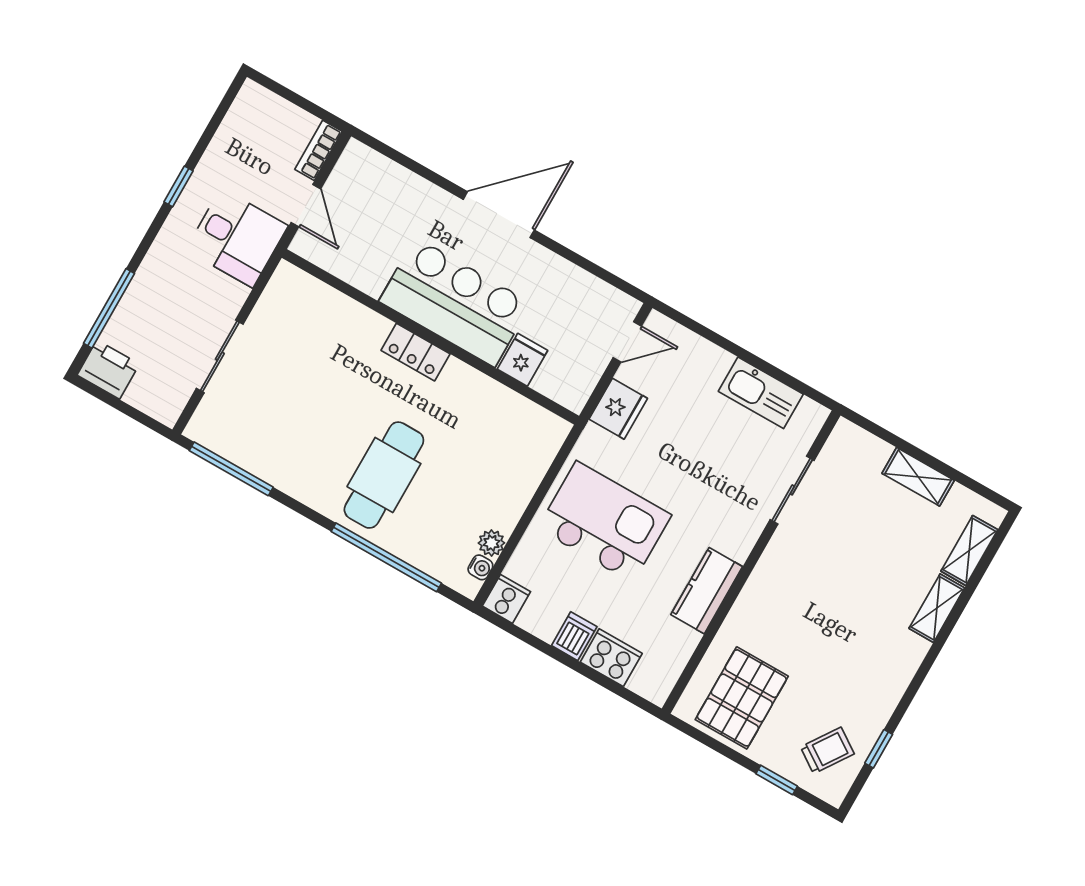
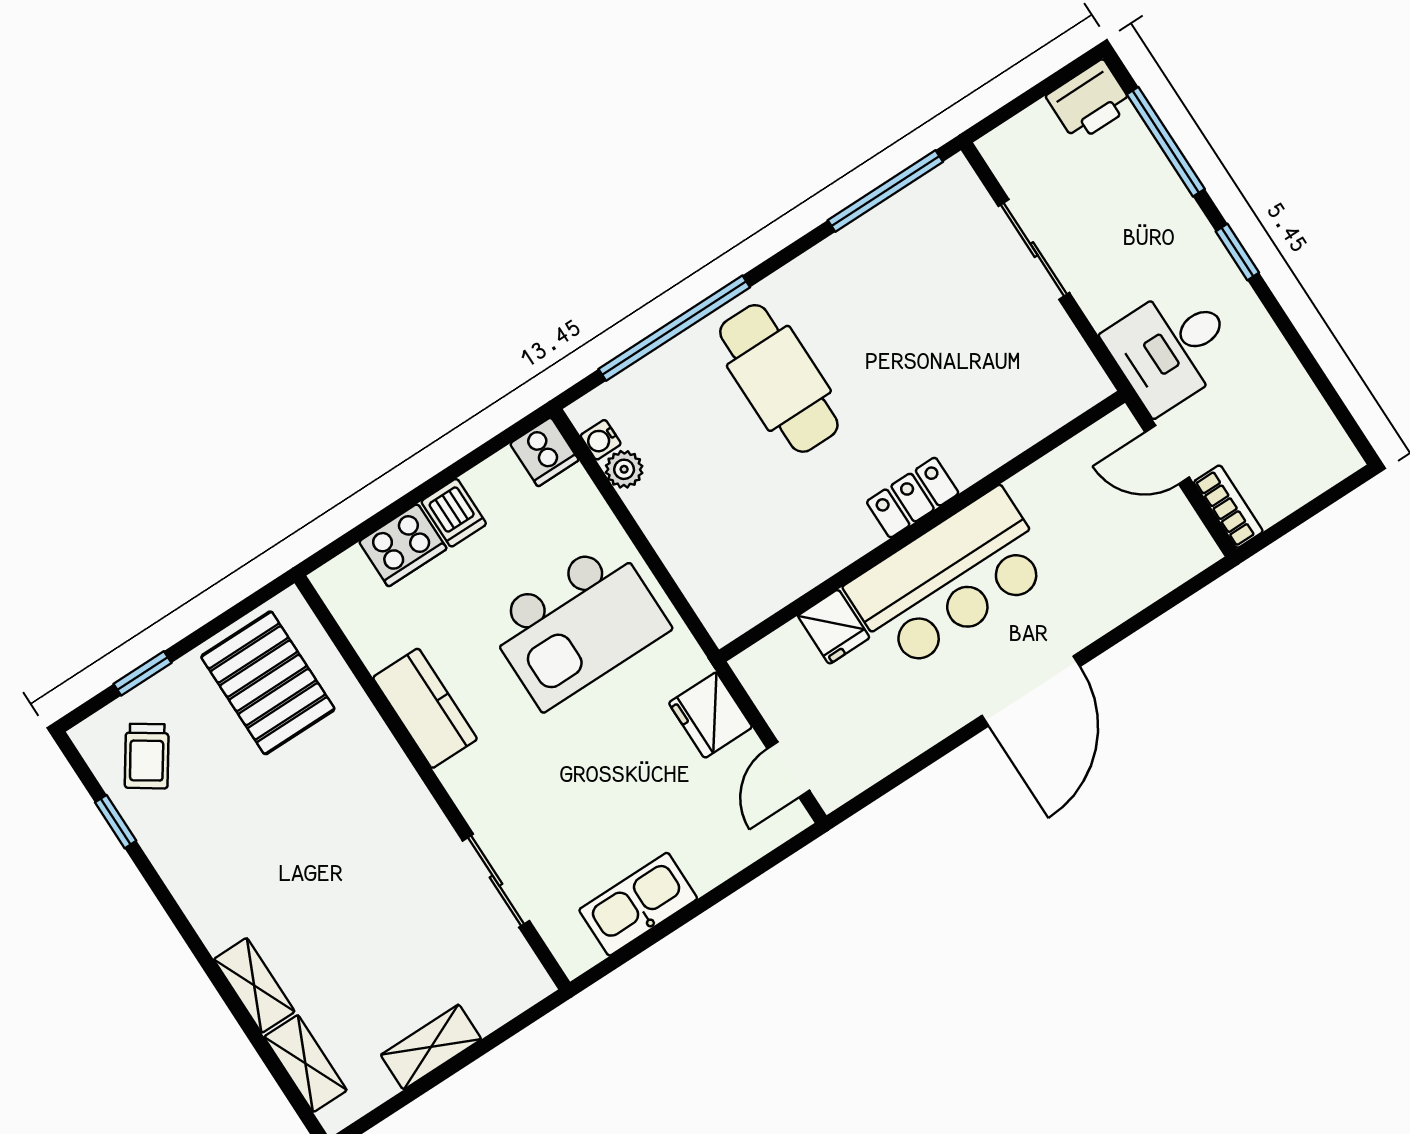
window: (179, 186) -> (1237, 252), moved

